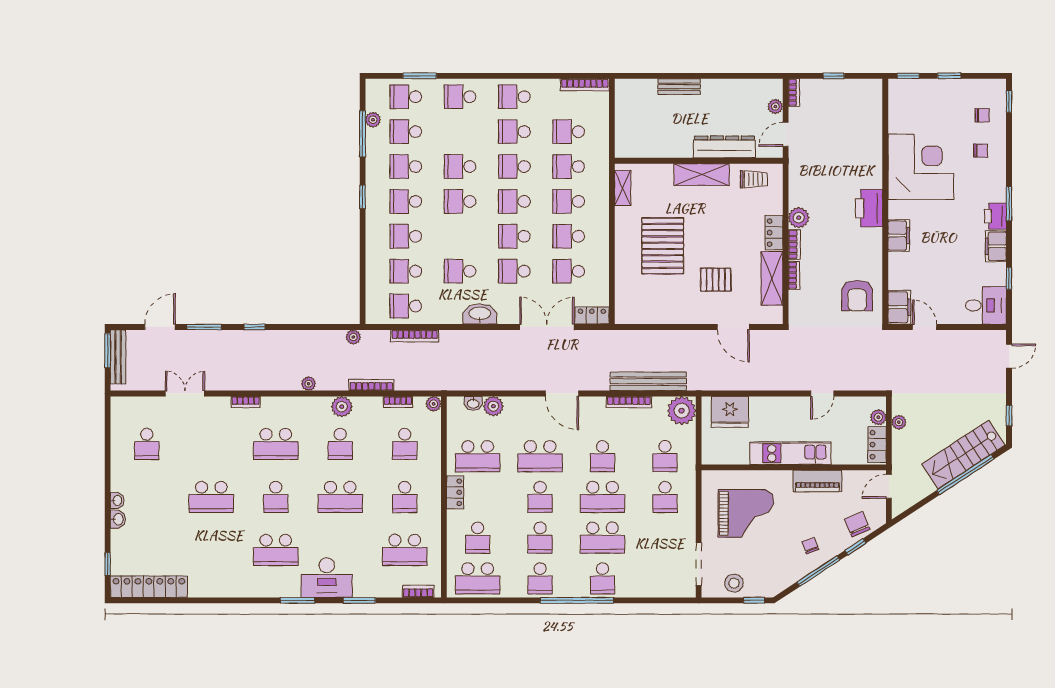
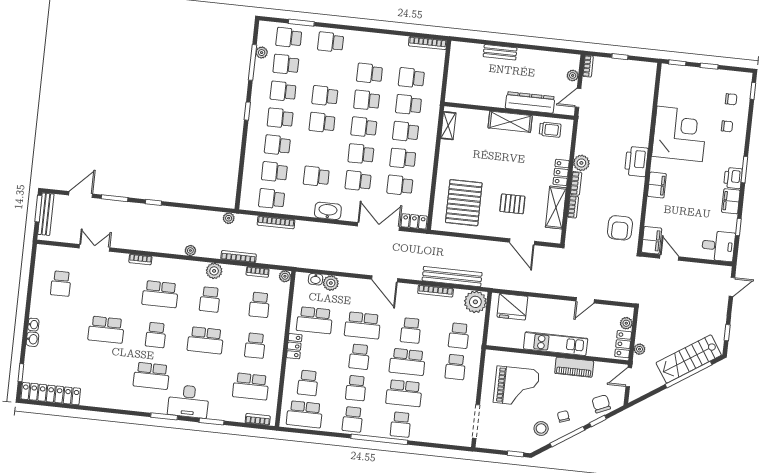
school desk: (514, 97) -> (372, 46), removed
pallet: (663, 246) -> (464, 203), moved
plant: (899, 422) -> (639, 349), moved
stool: (734, 583) -> (541, 428), moved

